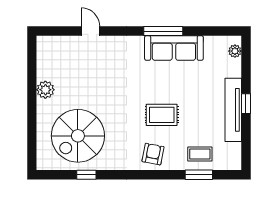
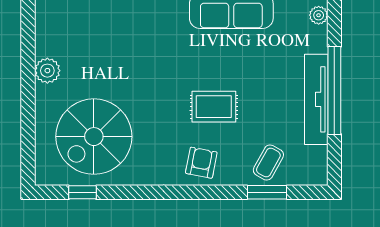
window: (246, 104) -> (334, 90), width x3.17
coffee table: (200, 154) -> (268, 163), turned -61
window: (86, 175) -> (83, 192), moved

